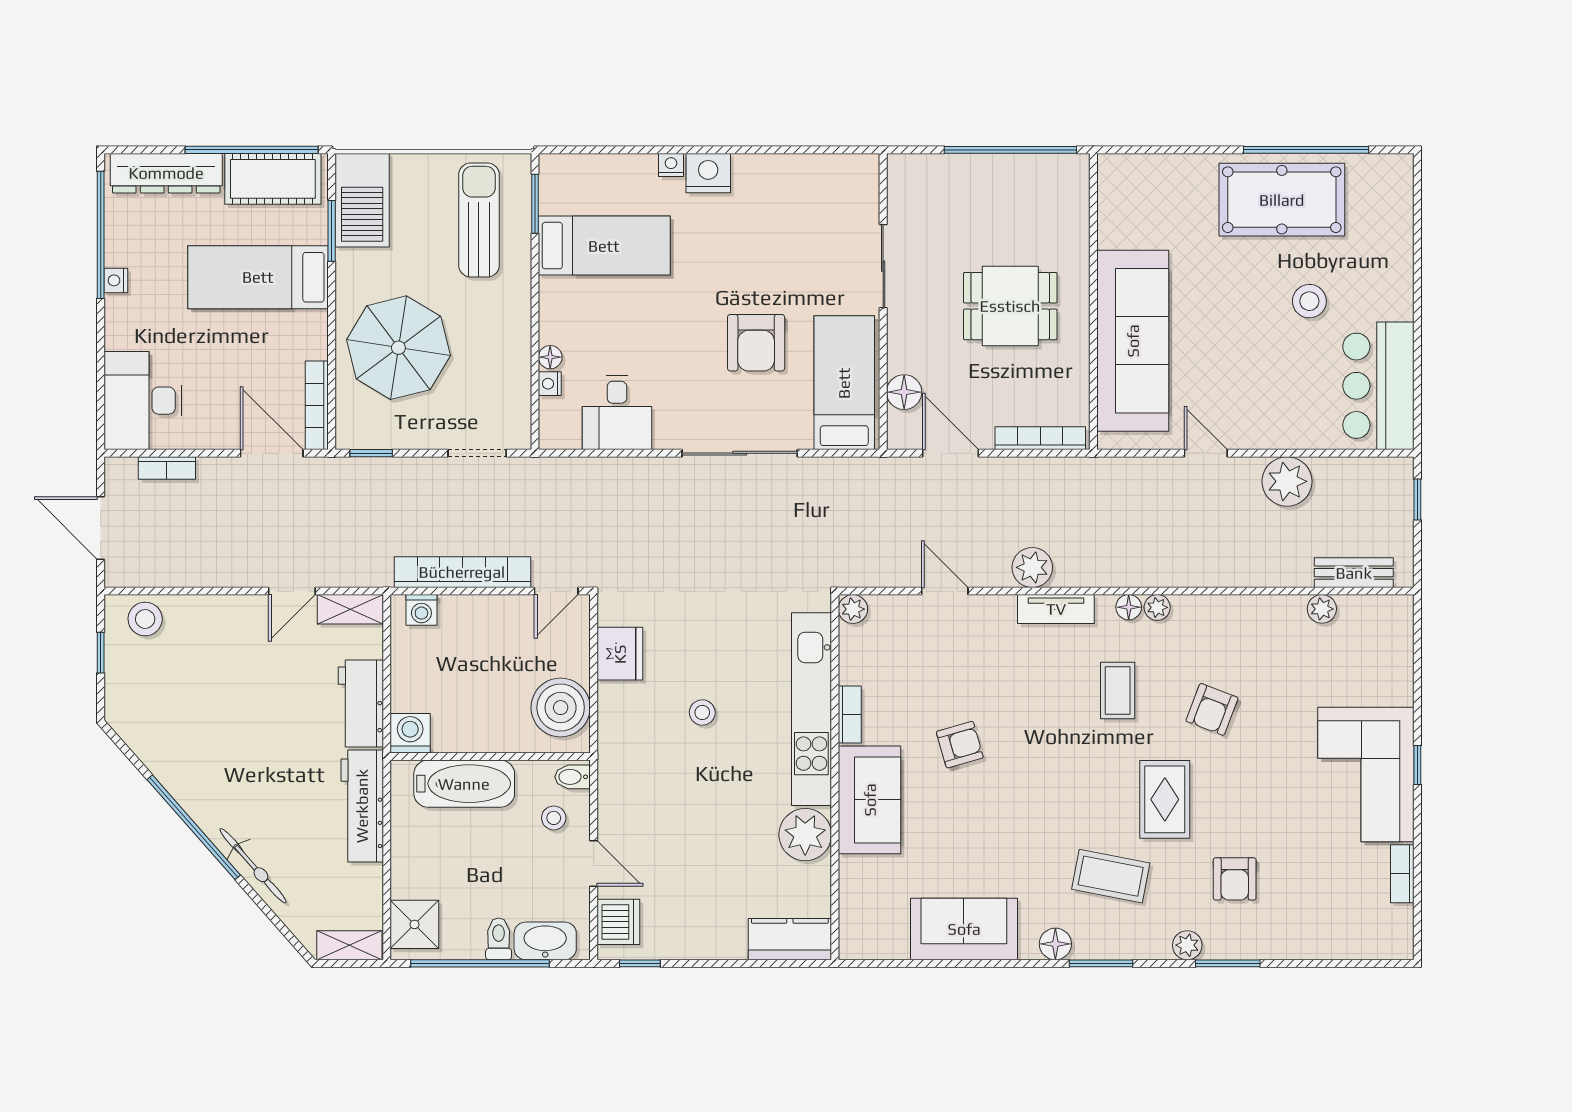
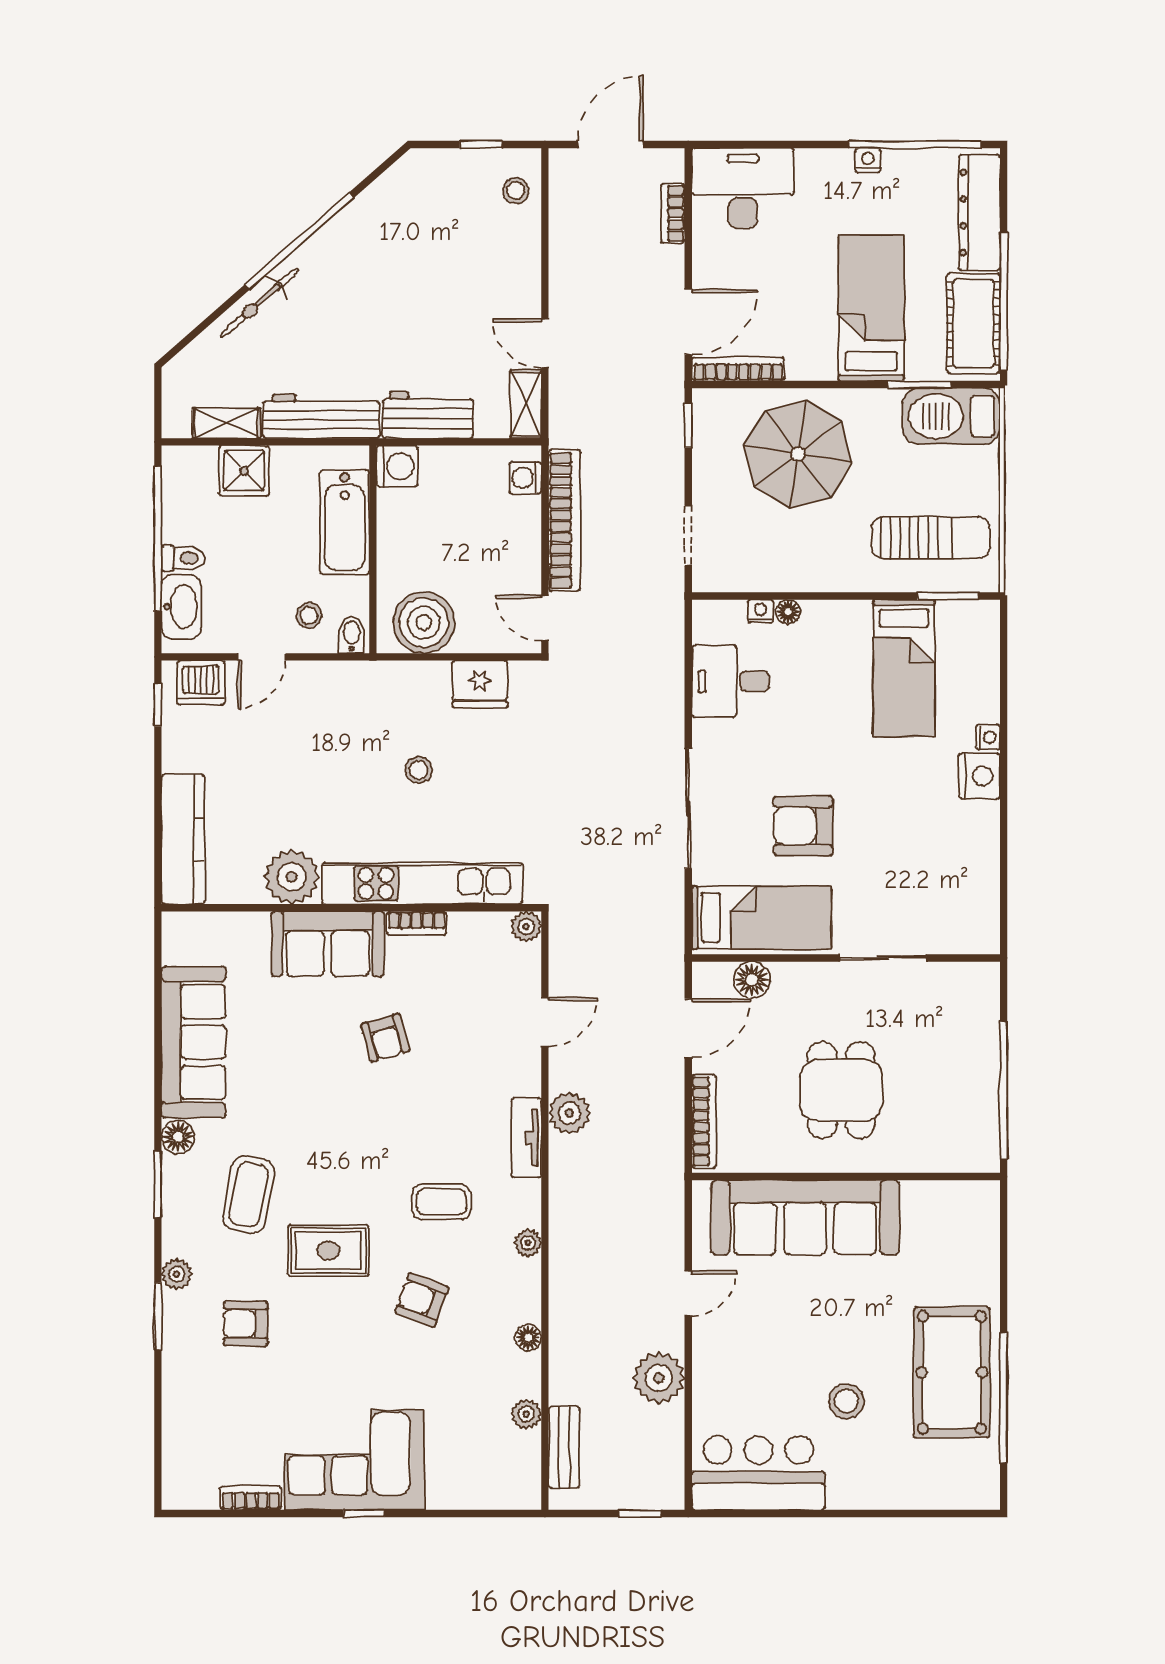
floor lamp: (1129, 607) -> (528, 1338), moved
stool: (145, 619) -> (516, 191), width x0.73, depth x0.73
shower: (414, 924) -> (244, 471), moved
sofa: (964, 929) -> (194, 1042), width x1.36
kitchen counter: (790, 939) -> (183, 839), width x1.50
shelving: (349, 945) -> (226, 423), moved, turned 90

